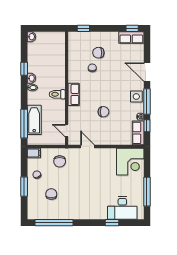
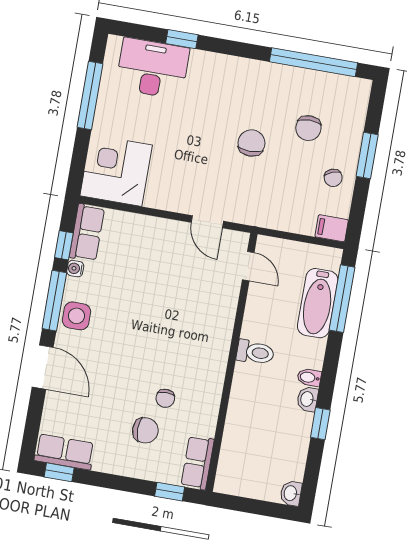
row of seats: (74, 94) -> (198, 463), moved
chair: (104, 112) -> (157, 294), removed
chair: (60, 161) -> (251, 143), moved

